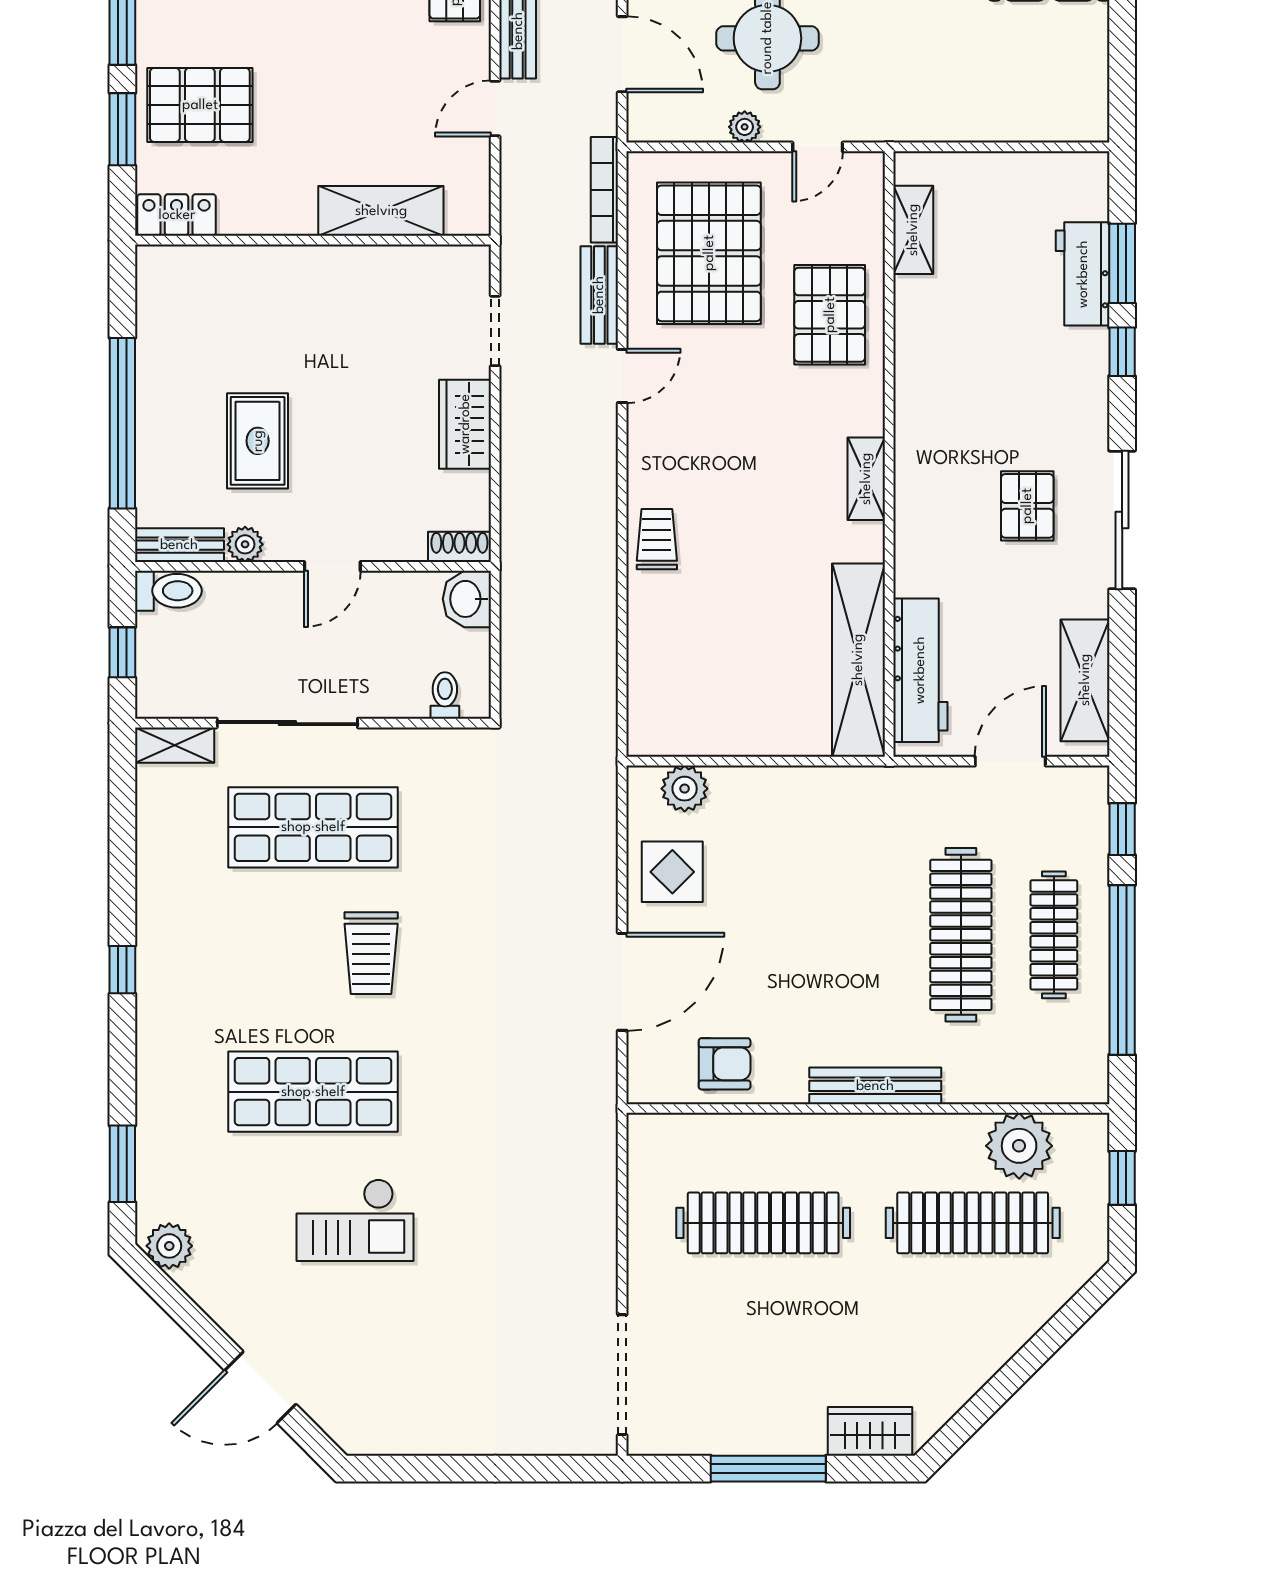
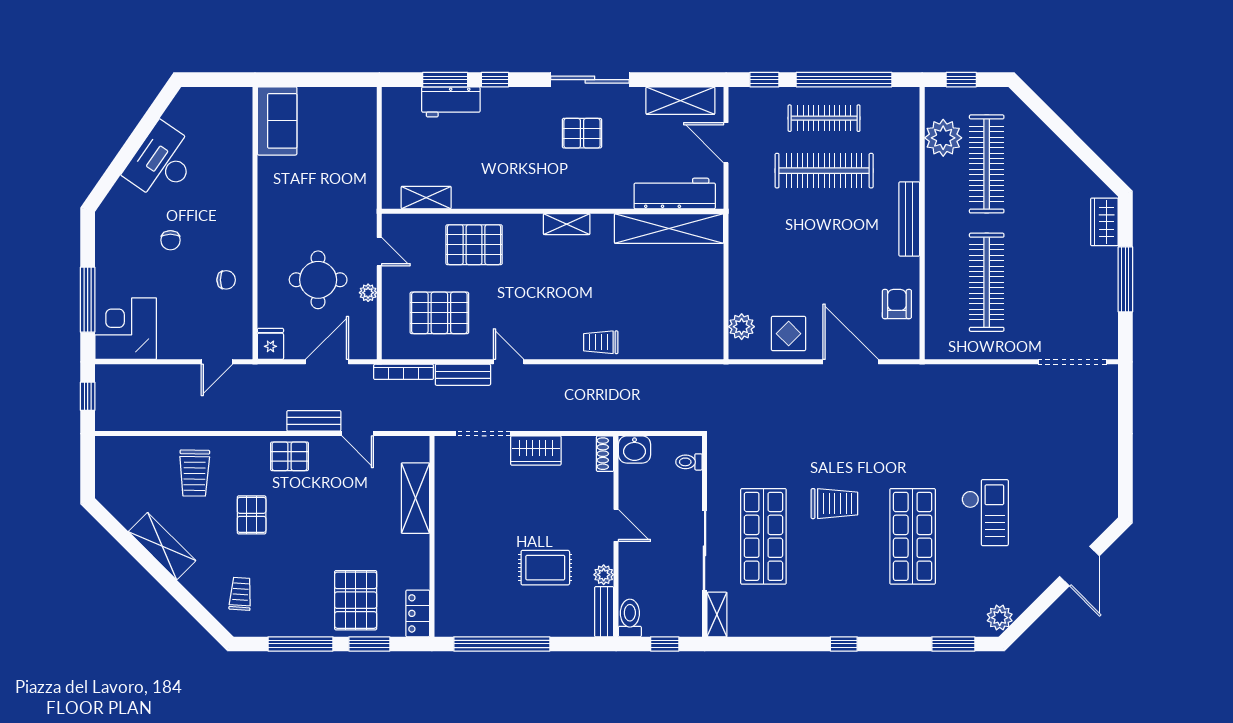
pallet: (709, 253) -> (439, 313), width x0.73, depth x0.71
doorway: (495, 331) -> (483, 434), width x1.38
window: (122, 423) -> (502, 644), moved

